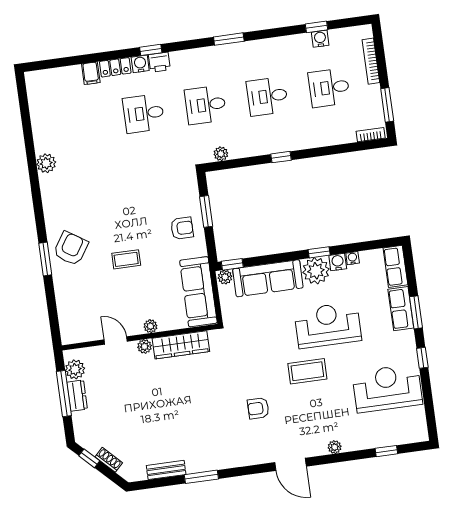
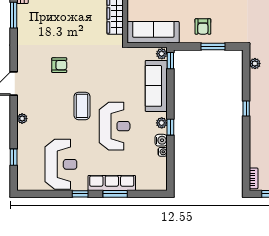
row of seats: (395, 266) -> (152, 183), removed
plant: (316, 271) -> (162, 123), width x0.53, depth x0.53
row of seats: (401, 309) -> (112, 183), width x1.48
armchair: (258, 408) -> (59, 65), turned 90

